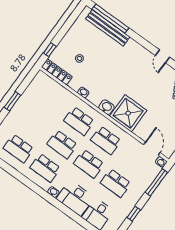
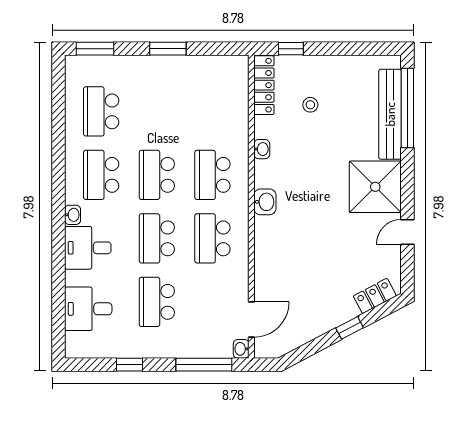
shower: (128, 113) -> (375, 187), moved
desk: (75, 198) -> (88, 248), width x0.73

